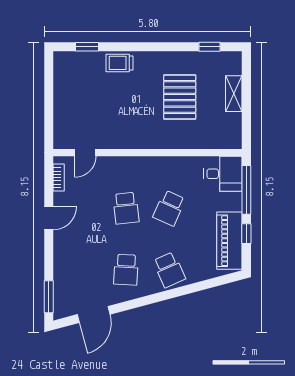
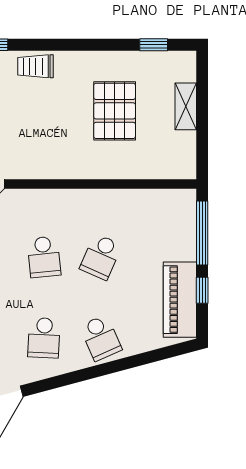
desk: (223, 174) -> (171, 212), removed

